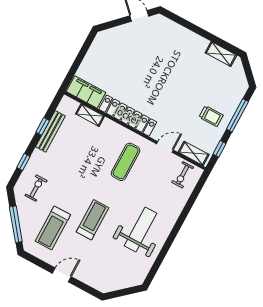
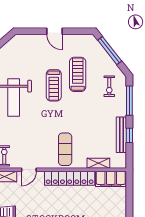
window: (23, 162) -> (129, 101), width x2.17
exercise mat: (126, 162) -> (65, 149), moved
treadmill: (53, 228) -> (78, 74), moved
door: (62, 275) -> (54, 31), hinge flipped

